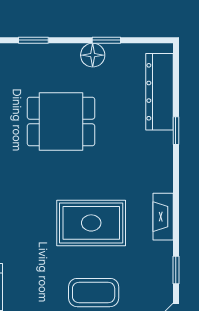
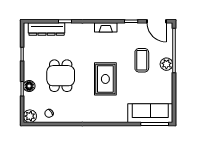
floor lamp: (93, 55) -> (29, 86), moved
rug: (91, 223) -> (105, 79), moved

